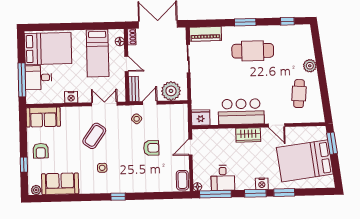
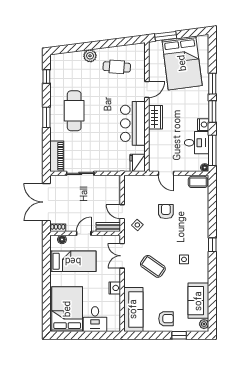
window: (22, 80) -> (97, 335), removed
plant: (171, 91) -> (111, 191), removed
sofa: (43, 117) -> (133, 309), width x1.36
nightstand: (262, 184) -> (203, 125), moved

